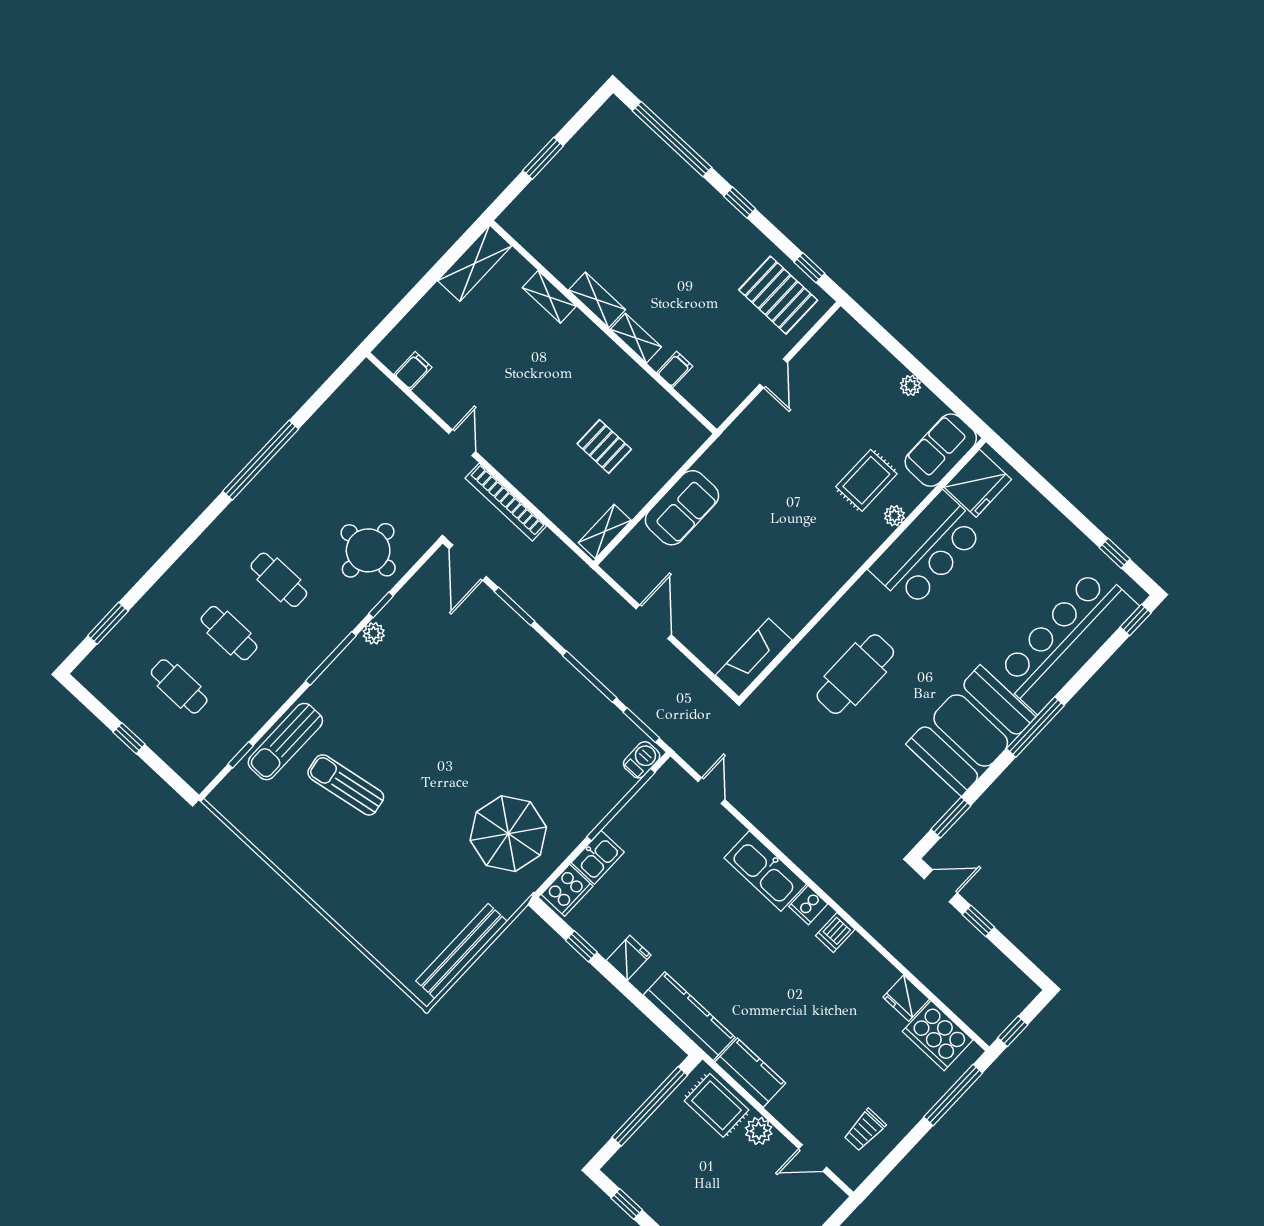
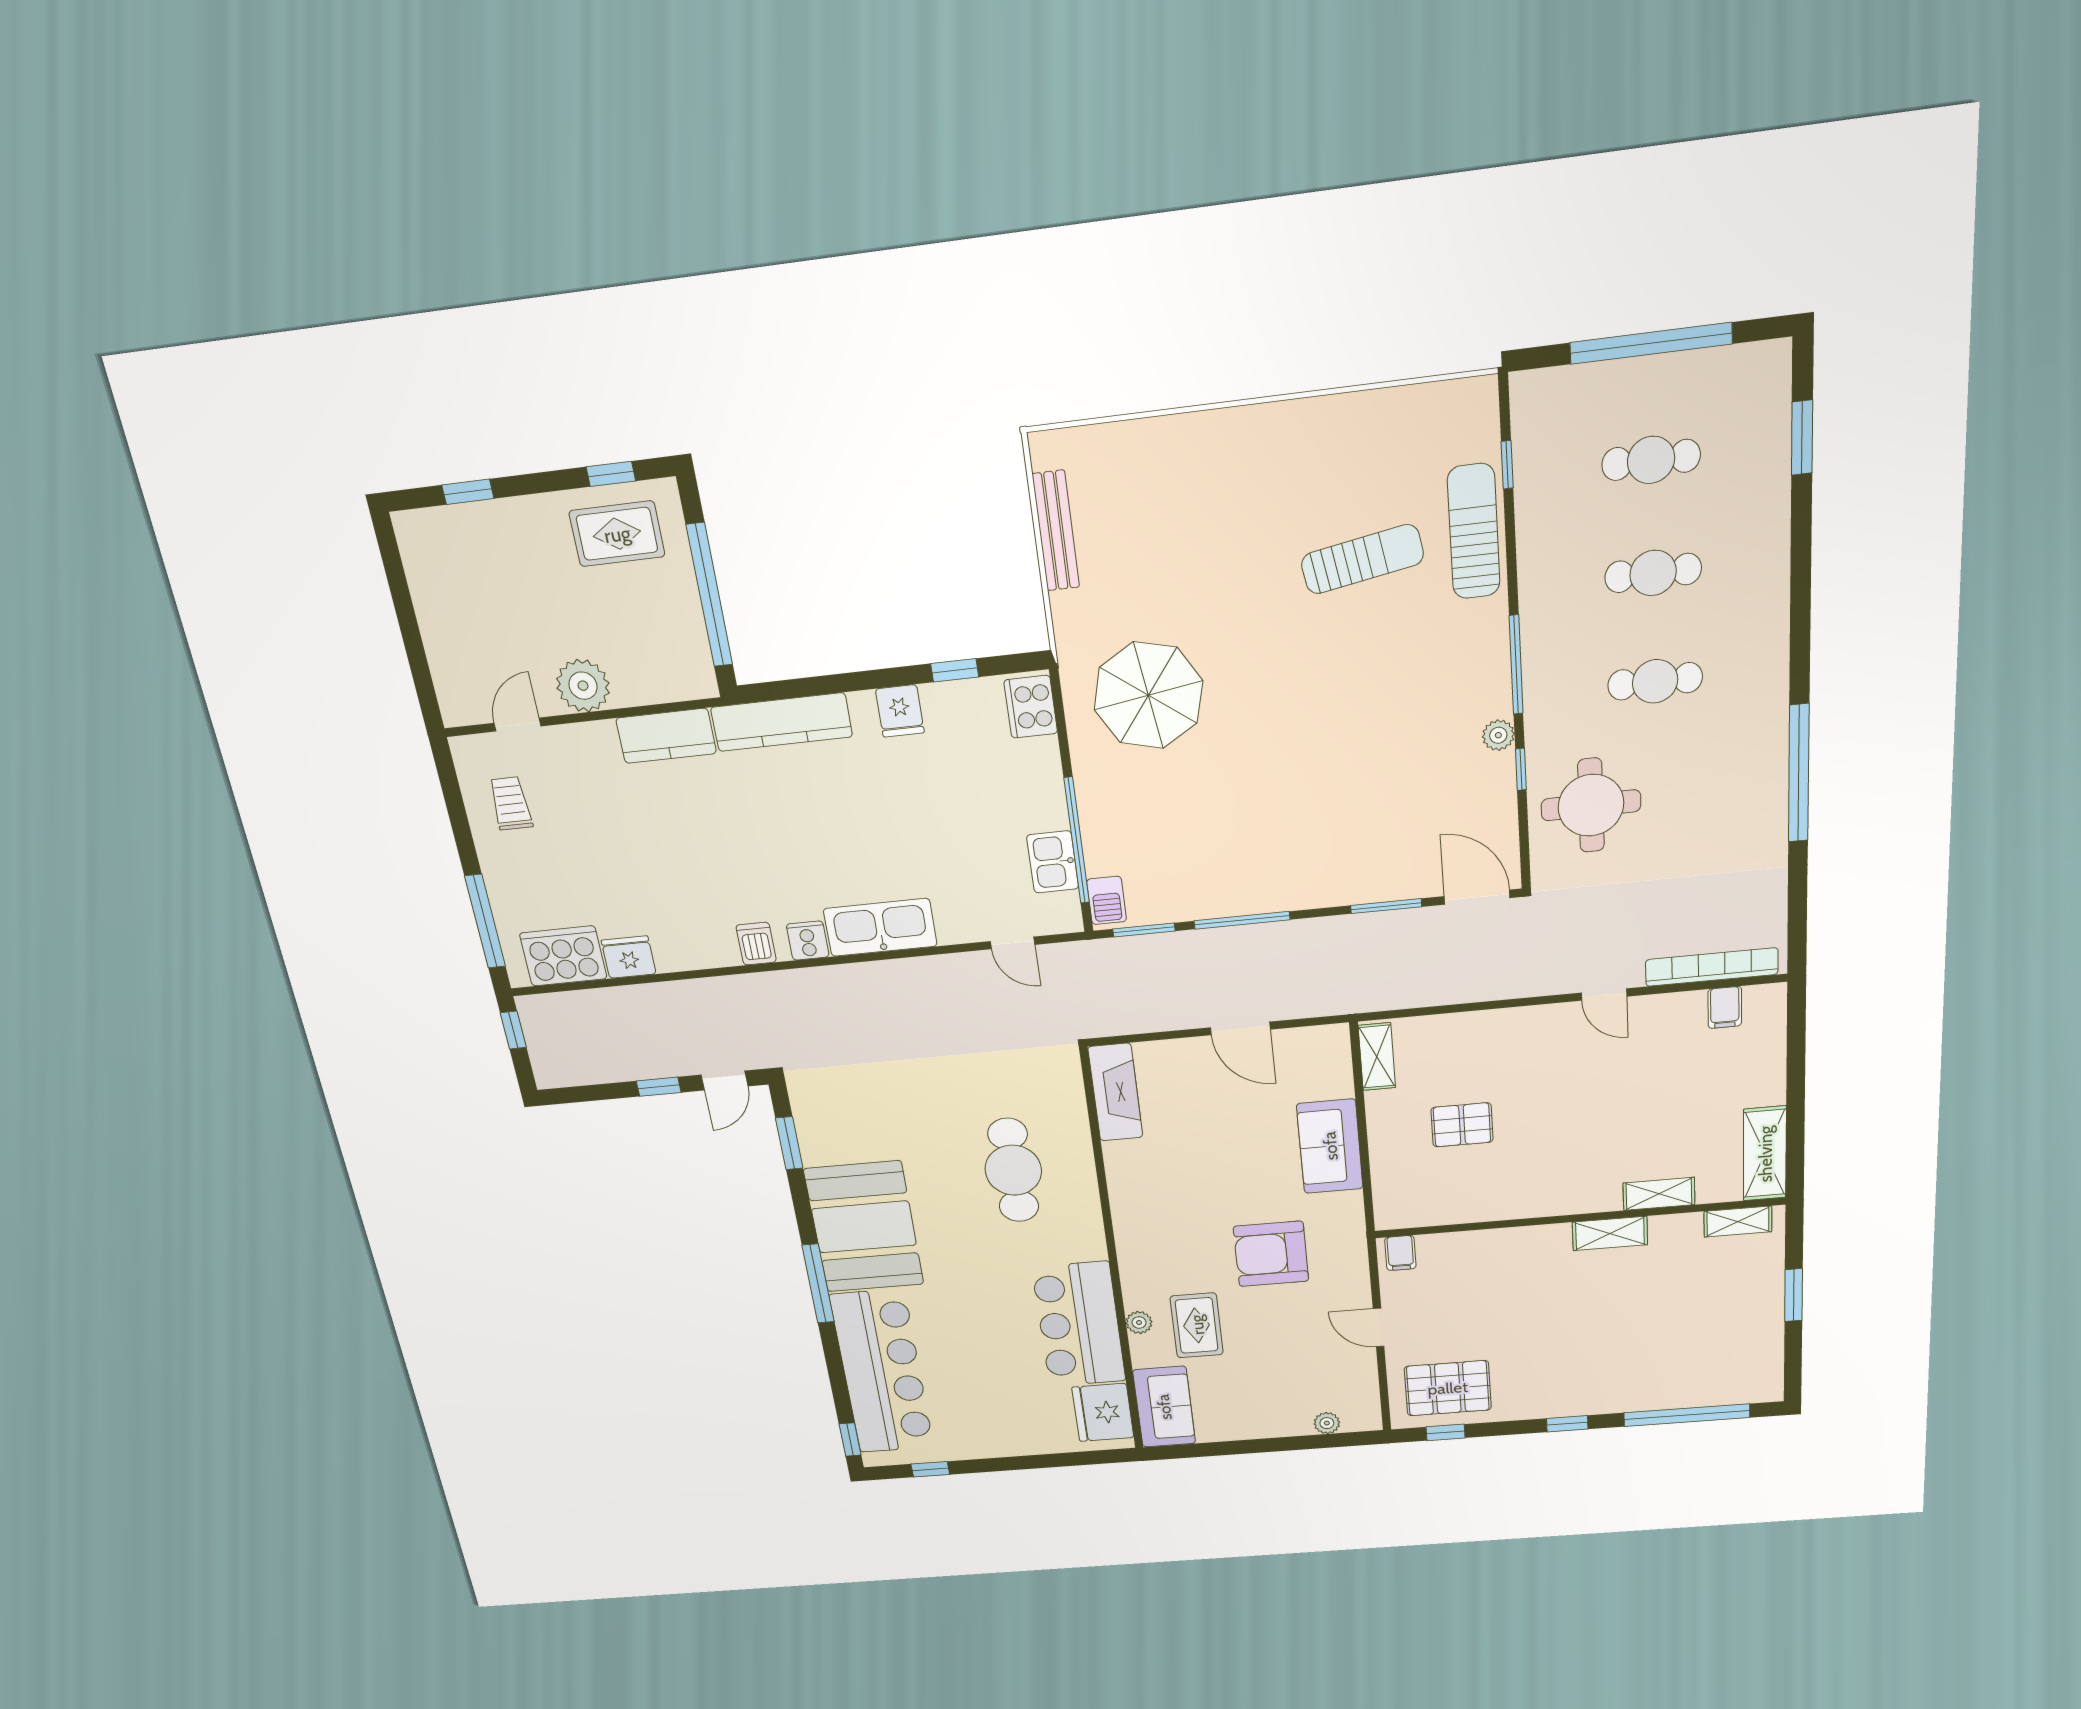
shelving: (636, 338) -> (1738, 1222), moved
filing cabinet: (675, 369) -> (1400, 1253), moved
plant: (910, 385) -> (1327, 1423), moved
armchair: (780, 479) -> (1271, 1254), added
bookcase: (506, 502) -> (1712, 967), moved
window: (129, 738) -> (1651, 343), width x3.17
kitchen sink: (598, 857) -> (1053, 862), moved
bench: (462, 951) -> (1056, 531), width x0.73, depth x0.82
rug: (716, 1105) -> (617, 534), moved
plant: (759, 1131) -> (583, 686), width x1.36, depth x1.36

